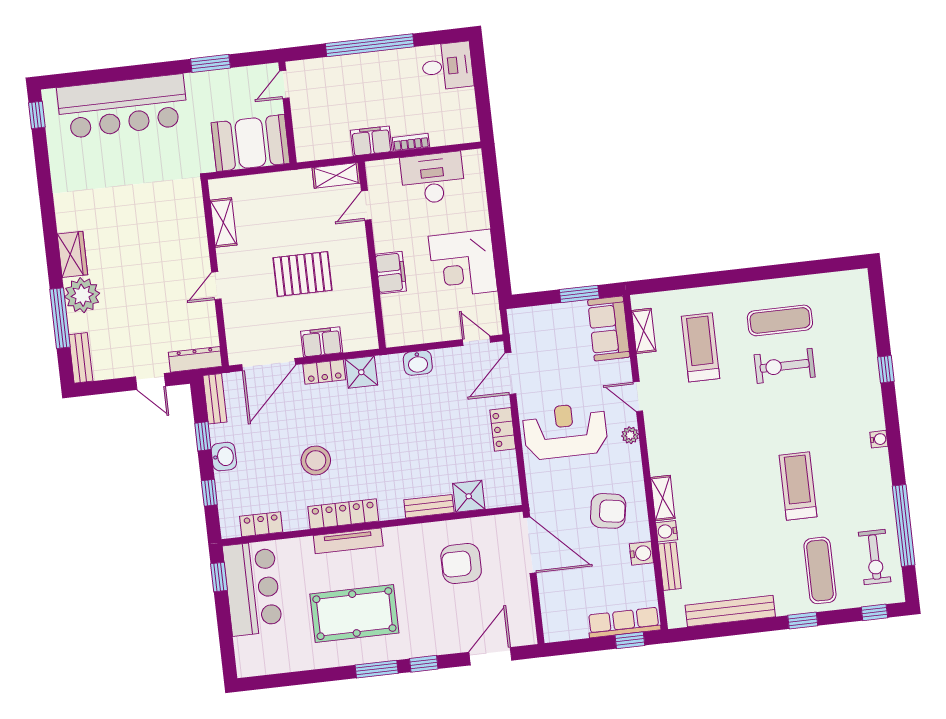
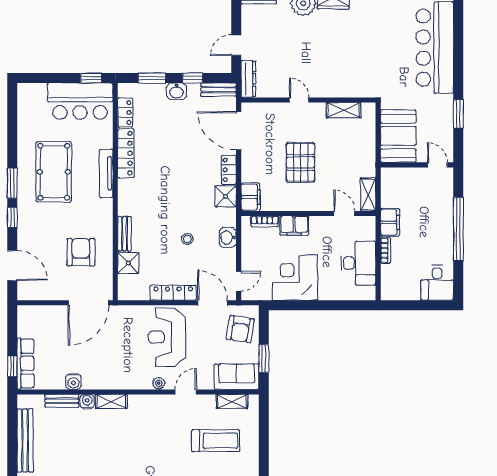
bookcase: (390, 314) -> (265, 221), added
filing cabinet: (322, 342) -> (250, 197), moved
locker: (503, 429) -> (173, 293), width x1.53
reception desk: (565, 431) -> (167, 337), turned 180
stool: (316, 460) -> (187, 239), moved, width x0.53, depth x0.53
window: (209, 493) -> (152, 78), width x1.50
armchair: (608, 511) -> (240, 329), moved
locker: (343, 514) -> (126, 153), moved

